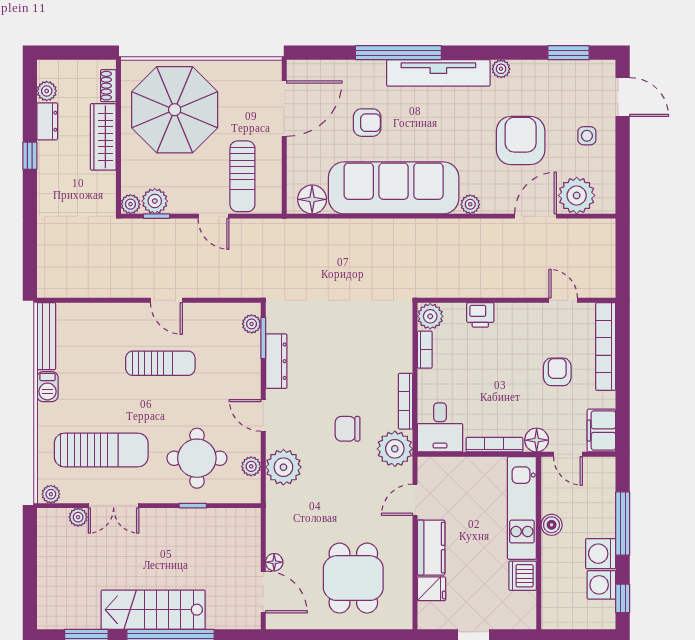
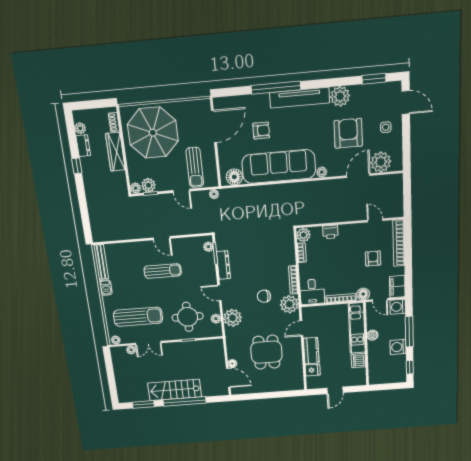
plant: (501, 69) -> (340, 96), width x1.87, depth x1.87
plant: (272, 227) -> (214, 194), added
dining table: (353, 578) -> (266, 352), moved
washing machine: (601, 585) -> (398, 307), moved

